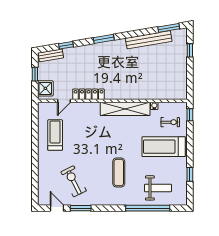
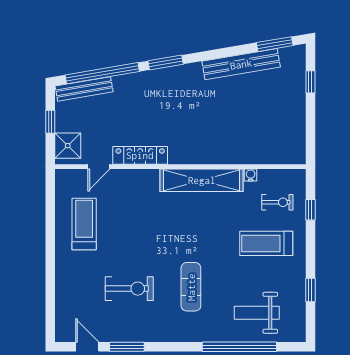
window: (66, 45) -> (102, 73), width x3.17
bench: (51, 55) -> (84, 89), width x1.36
window: (190, 115) -> (310, 210), moved
treadmill: (164, 147) -> (266, 243), width x0.73, depth x0.73
exercise bike: (74, 181) -> (129, 289), moved, turned 117
weight bench: (158, 188) -> (257, 313), turned 180

